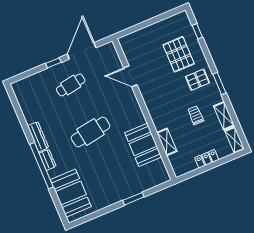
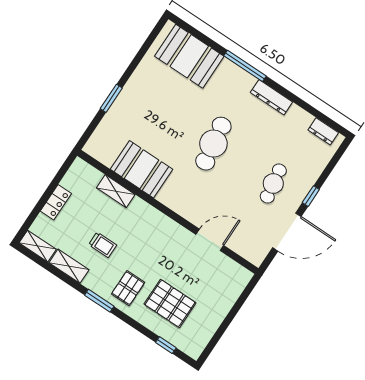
door: (82, 51) -> (287, 232), hinge flipped
dresser: (48, 160) -> (323, 131), moved
window: (42, 166) -> (245, 66), width x0.68

